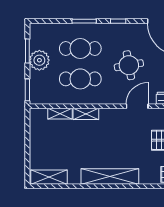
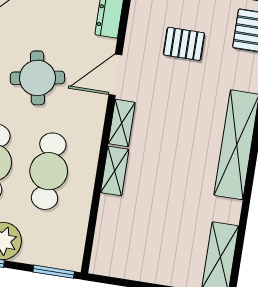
door: (137, 106) -> (115, 75), hinge flipped
shelving: (60, 114) -> (122, 123), moved

